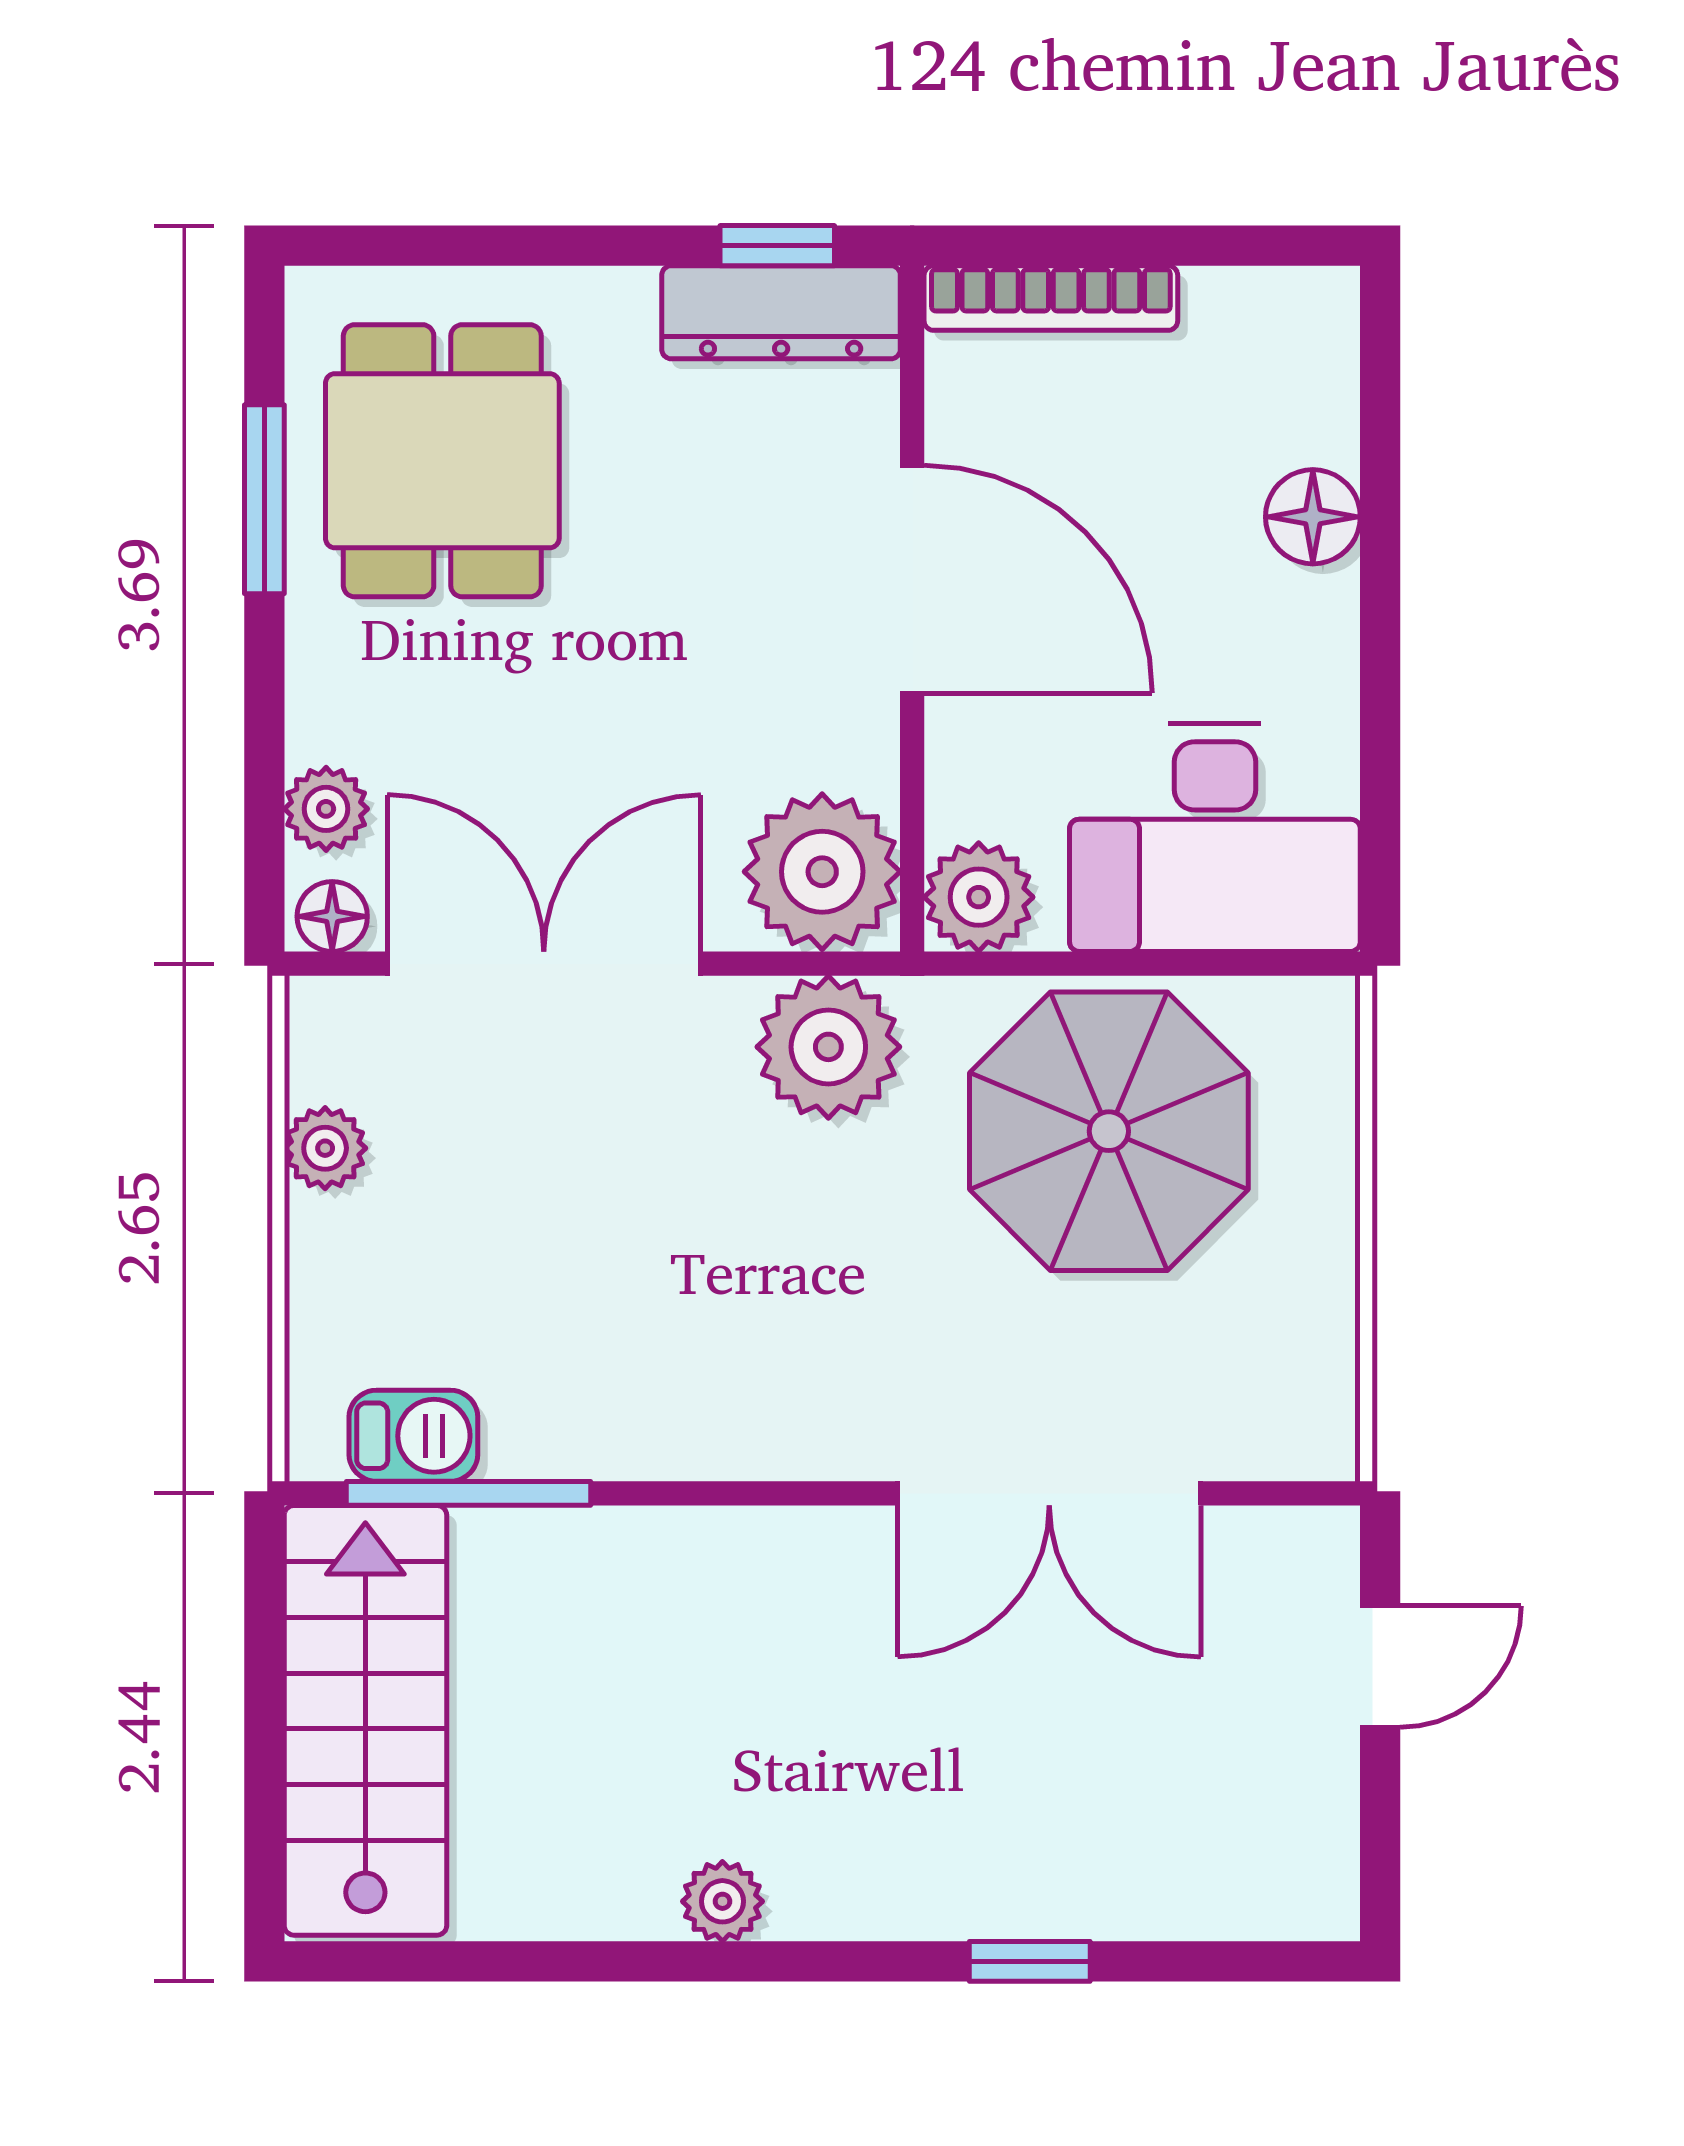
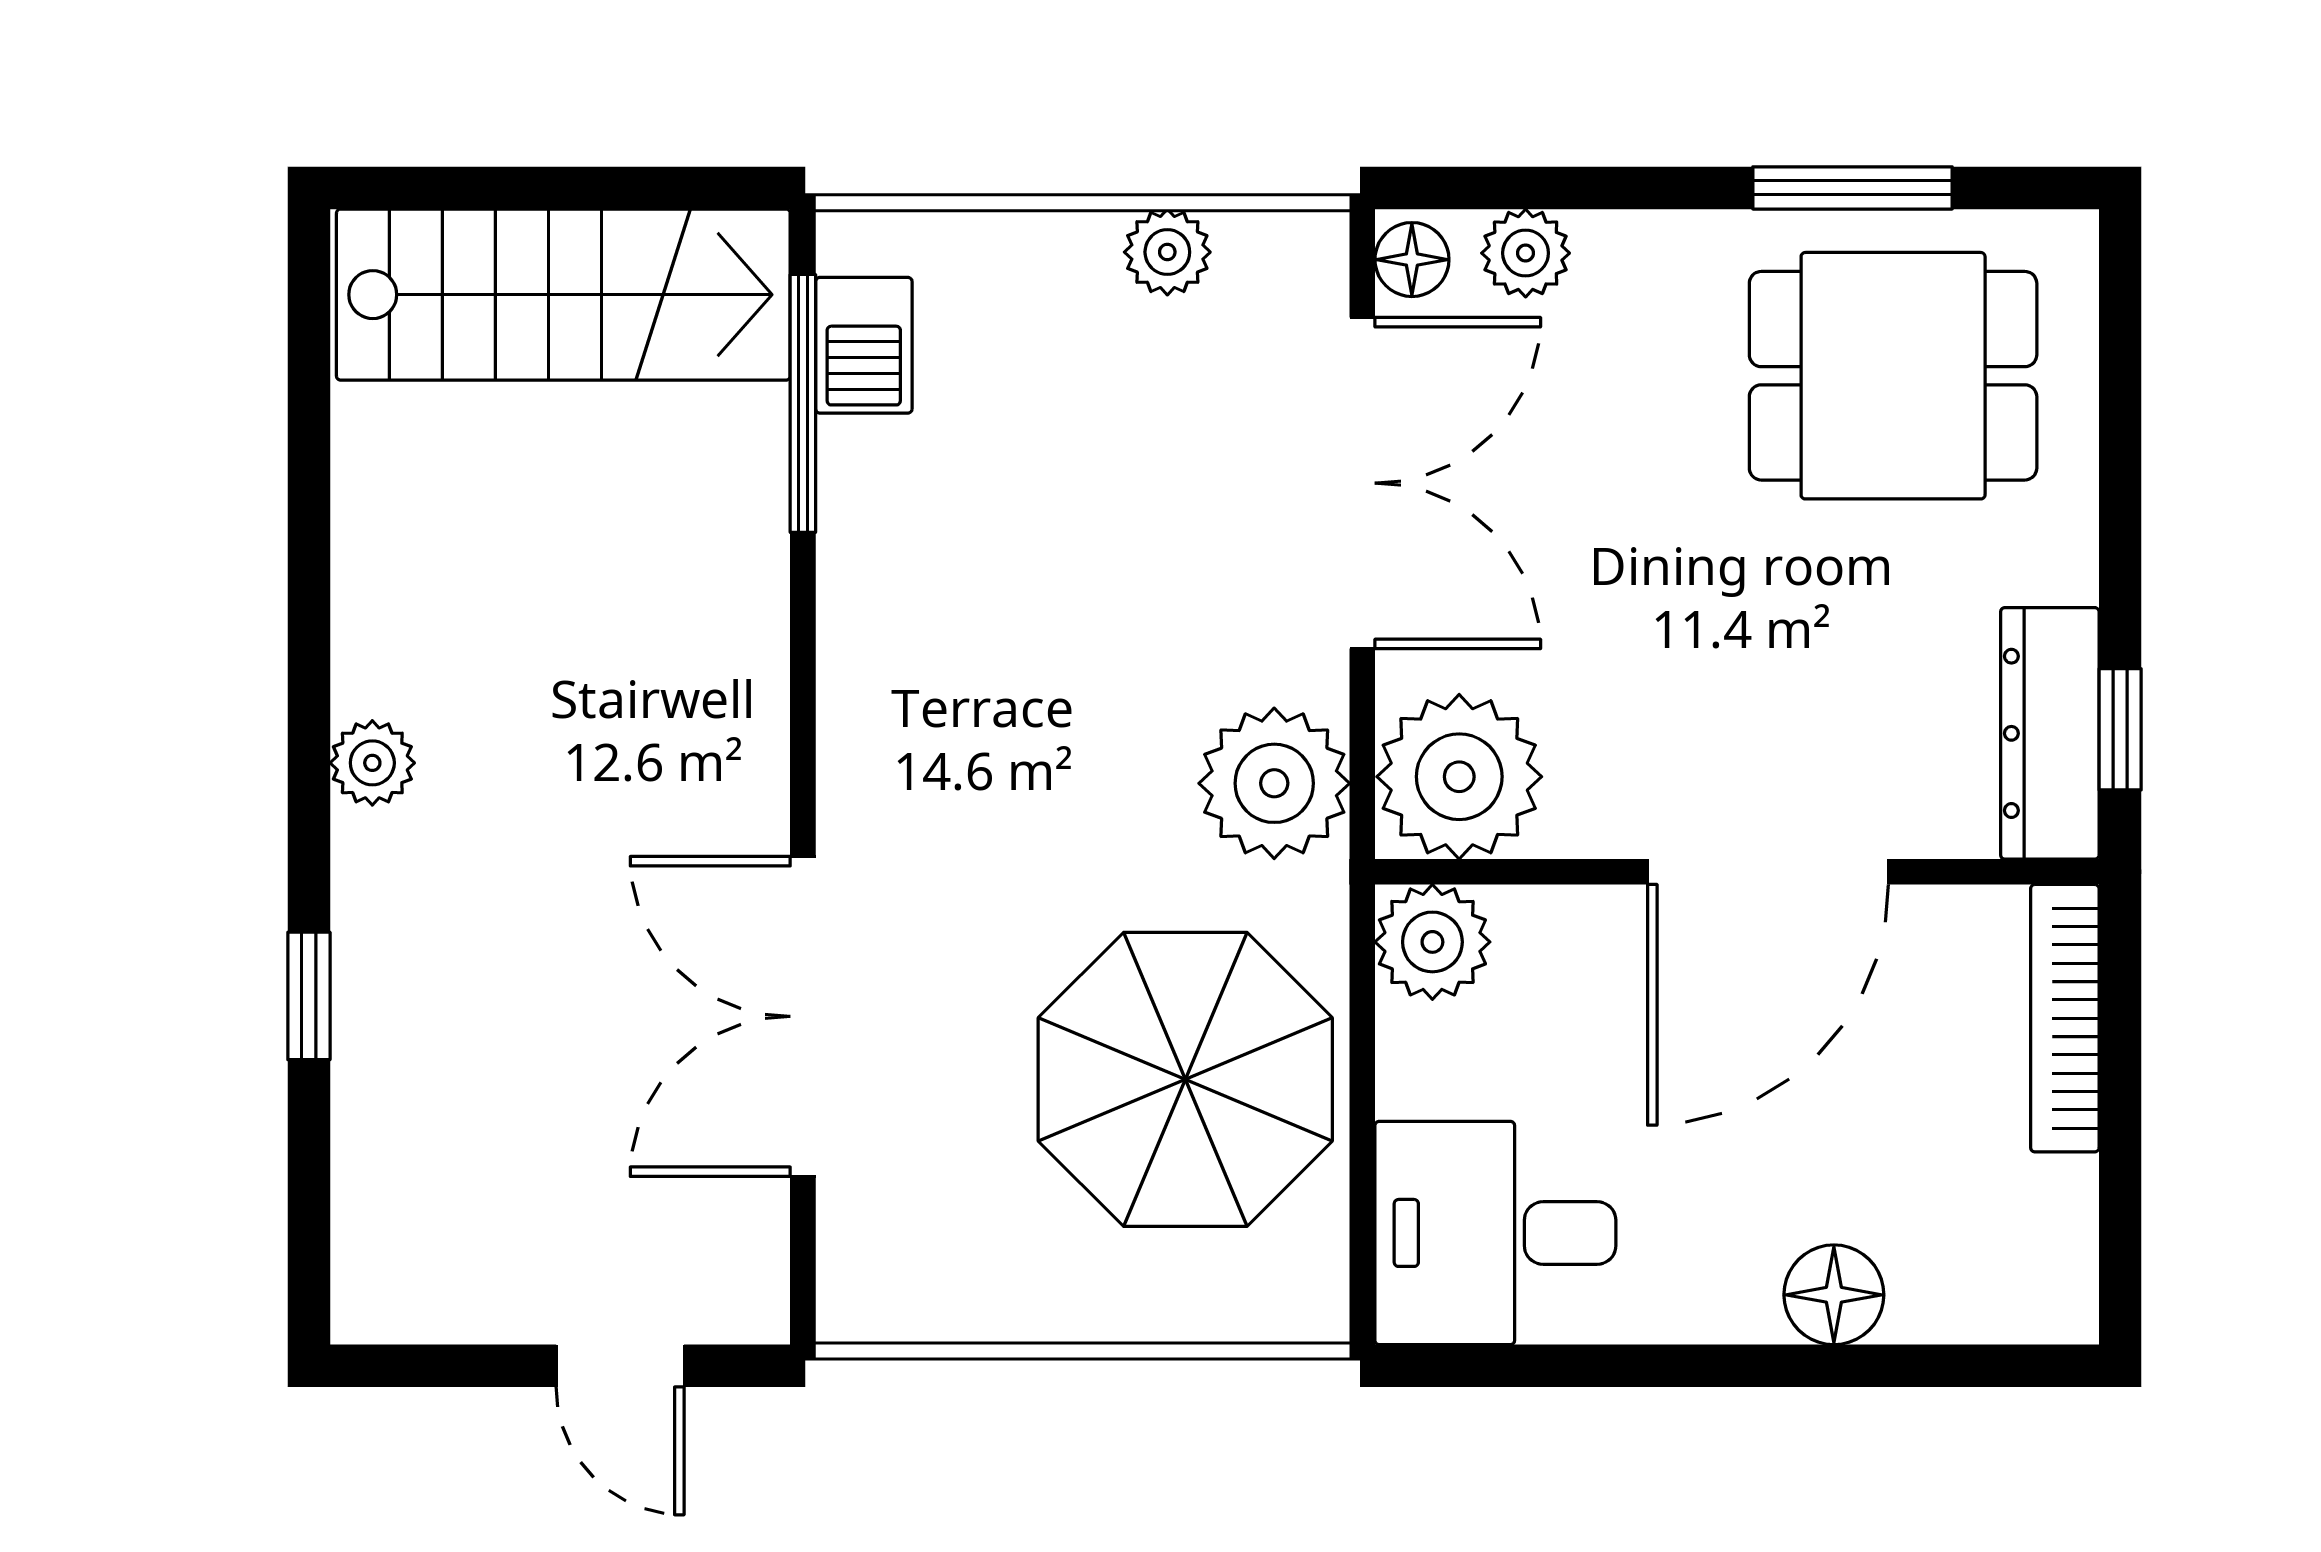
desk: (1215, 837) -> (1495, 1233), width x0.73
plant: (722, 1901) -> (372, 763), moved

